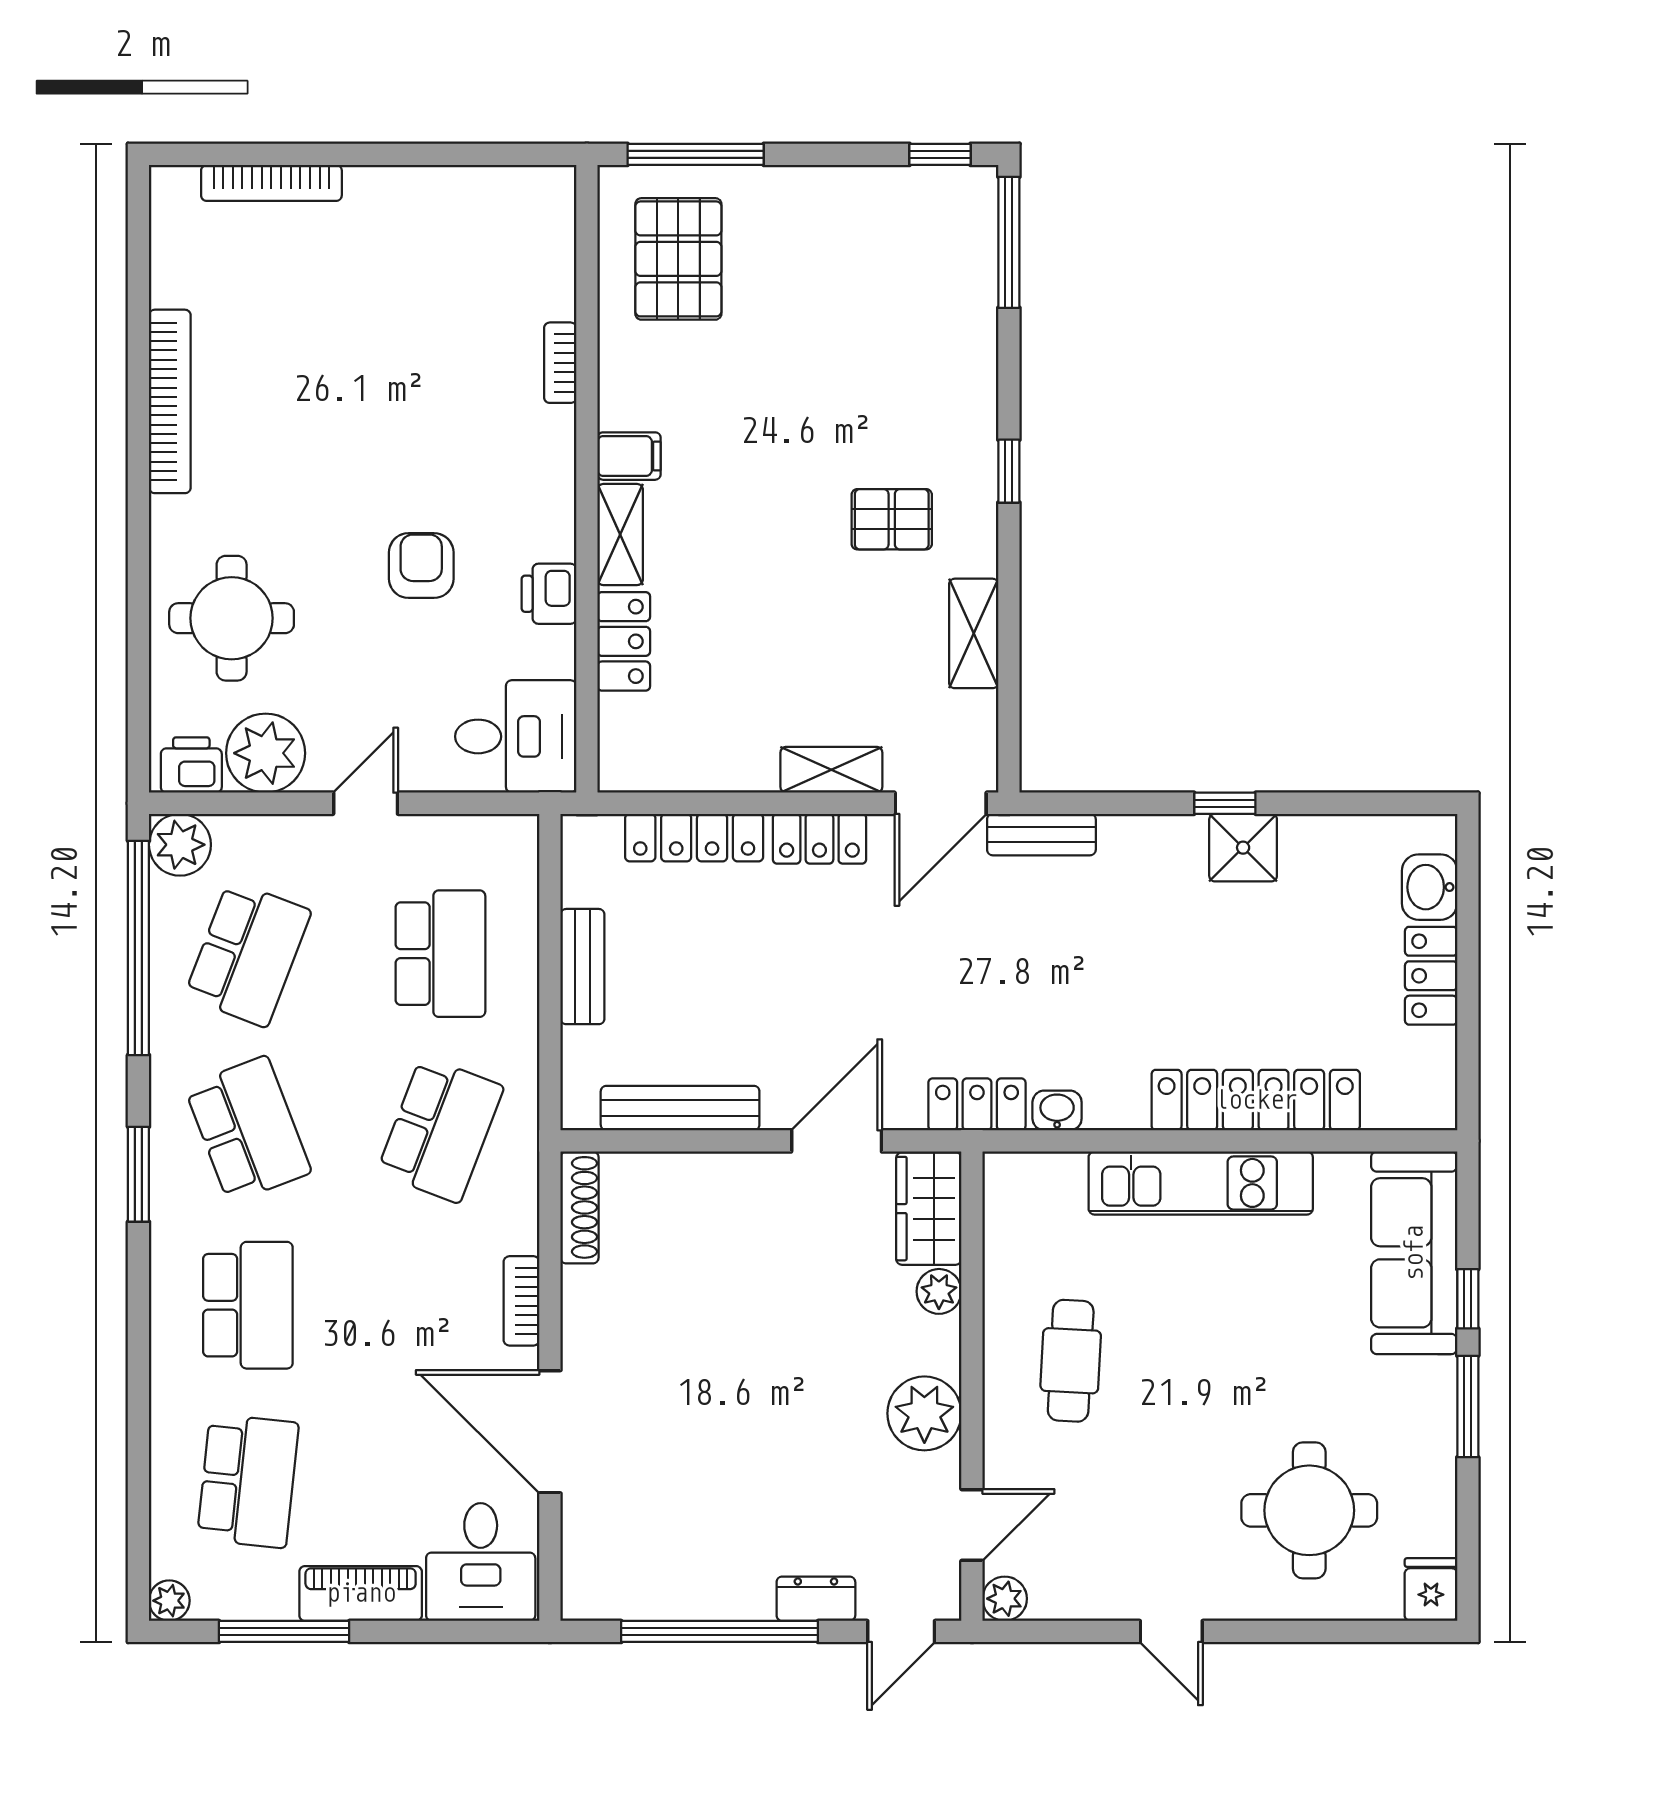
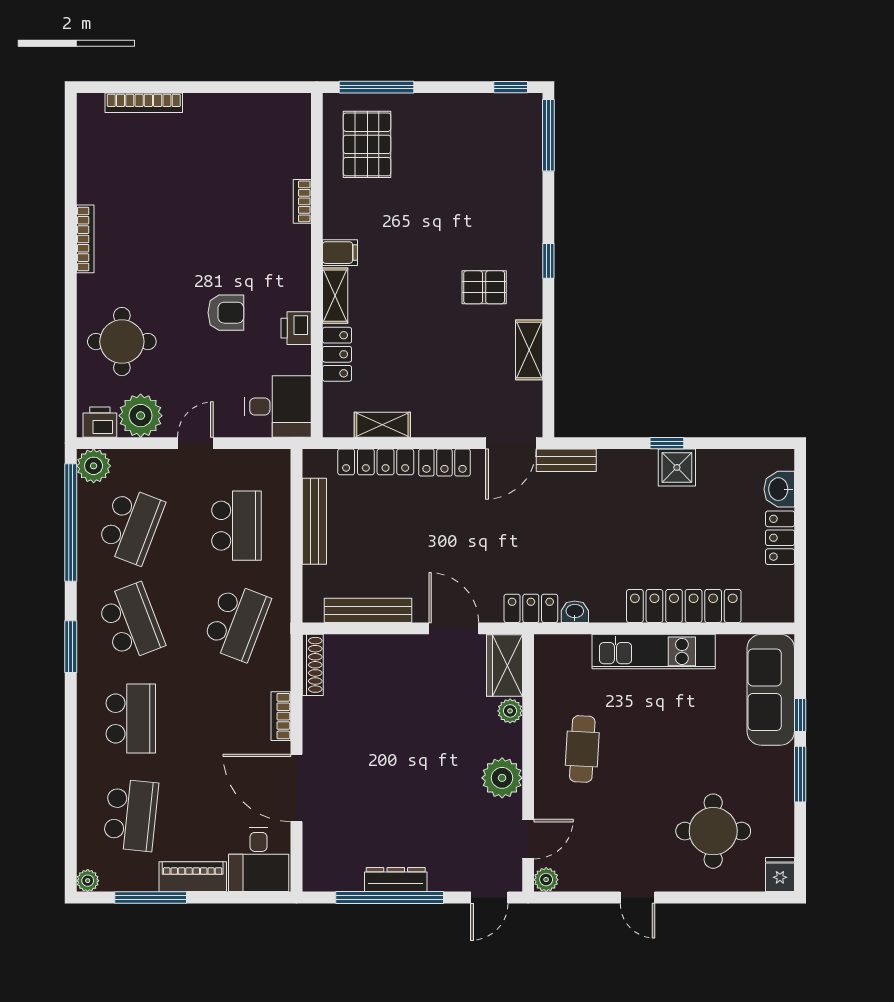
bookcase: (170, 401) -> (85, 239), width x0.68, depth x0.76
armchair: (421, 566) -> (226, 313), turned 90
shelving: (831, 770) -> (382, 425), moved
bench: (582, 967) -> (314, 521), width x1.36
door: (837, 1141) -> (454, 628), hinge flipped
dresser: (816, 1599) -> (396, 880), moved, width x1.44

